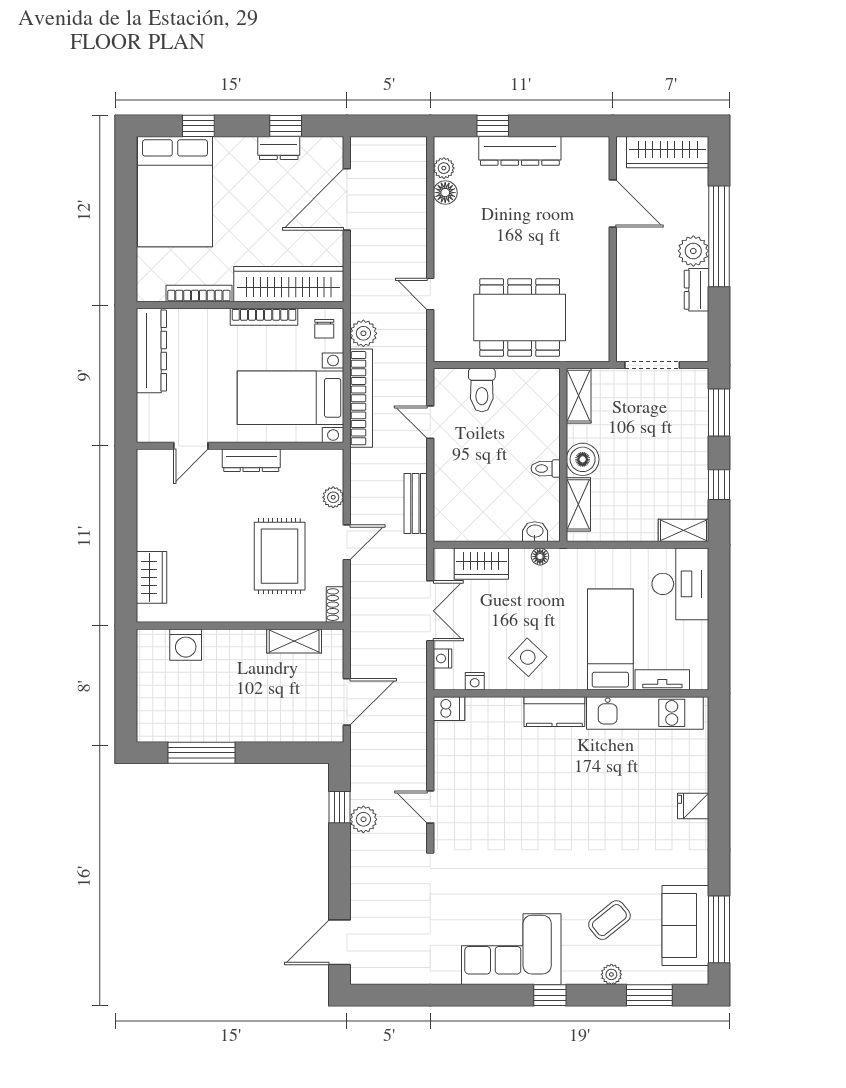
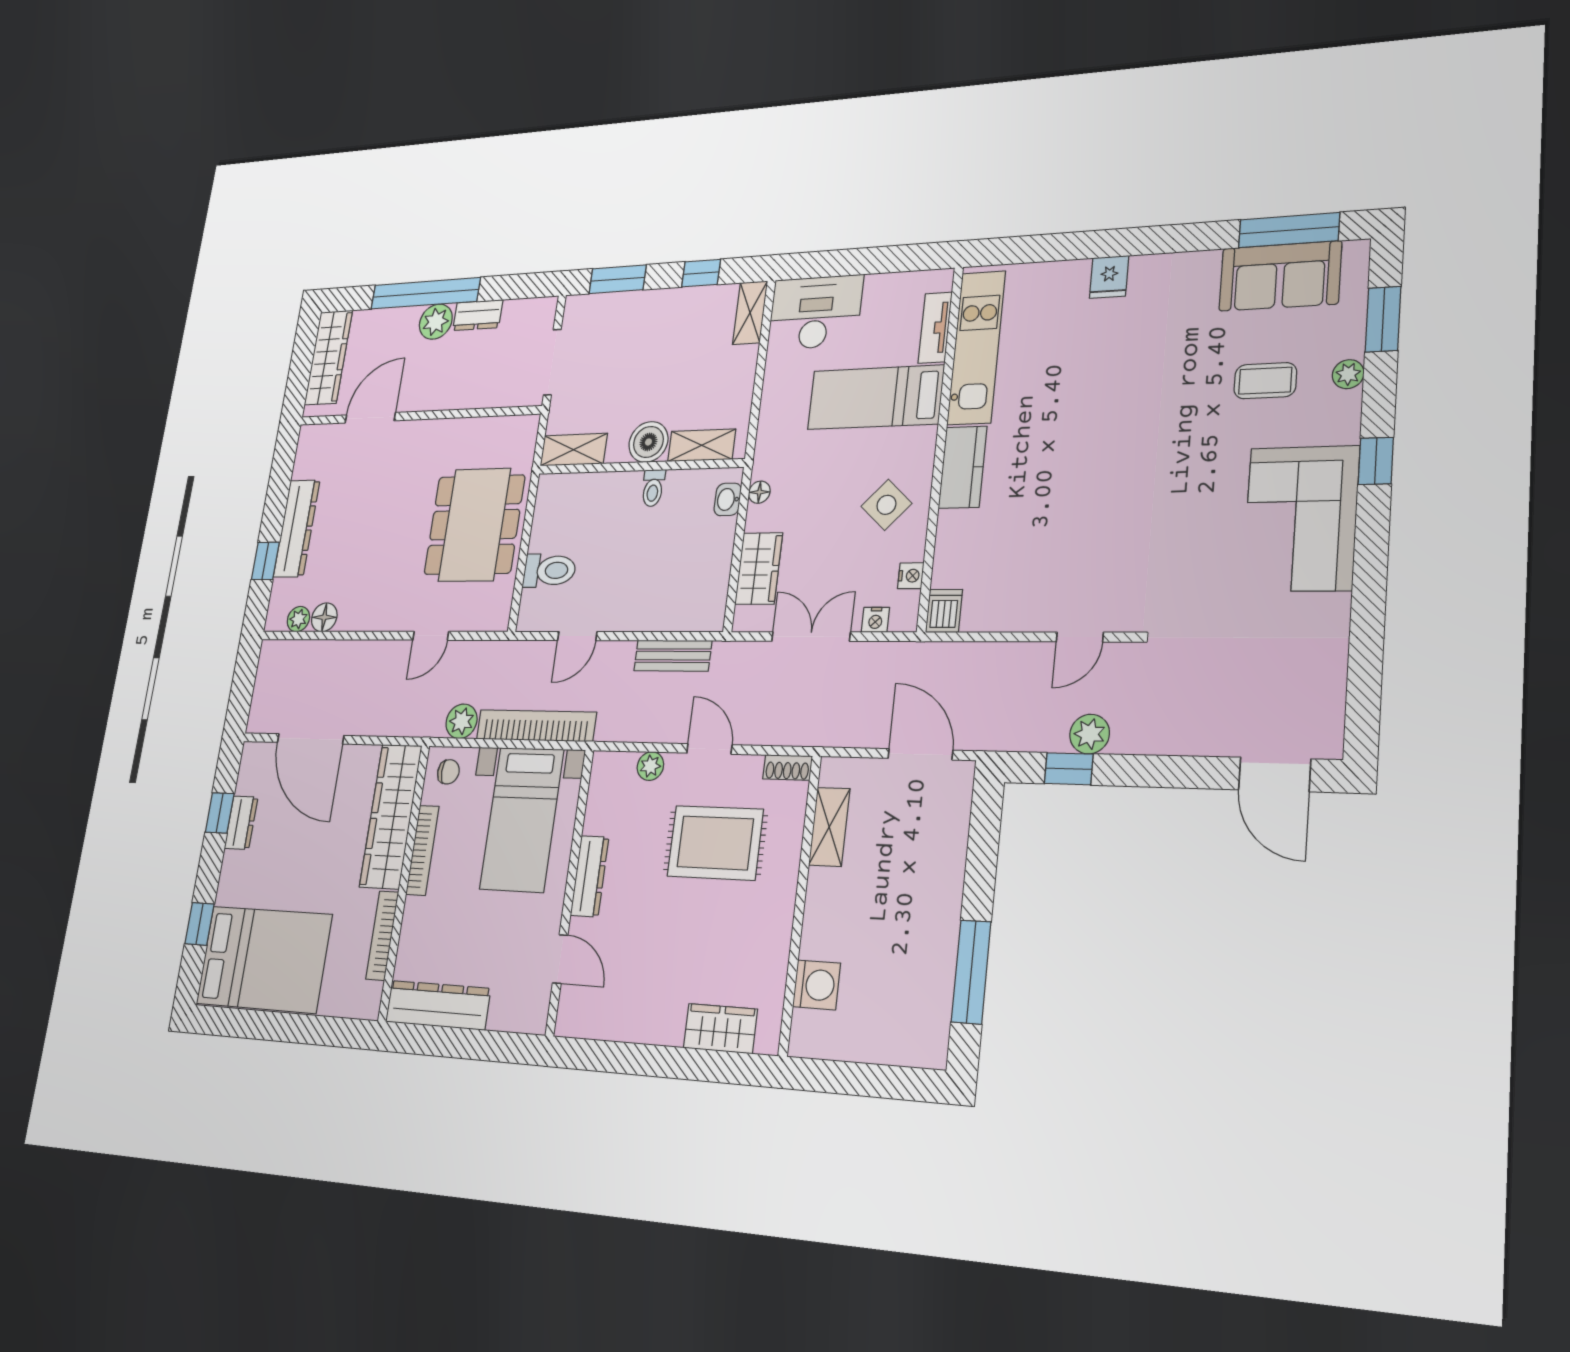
coffee table: (609, 920) -> (1265, 381), turned -51

